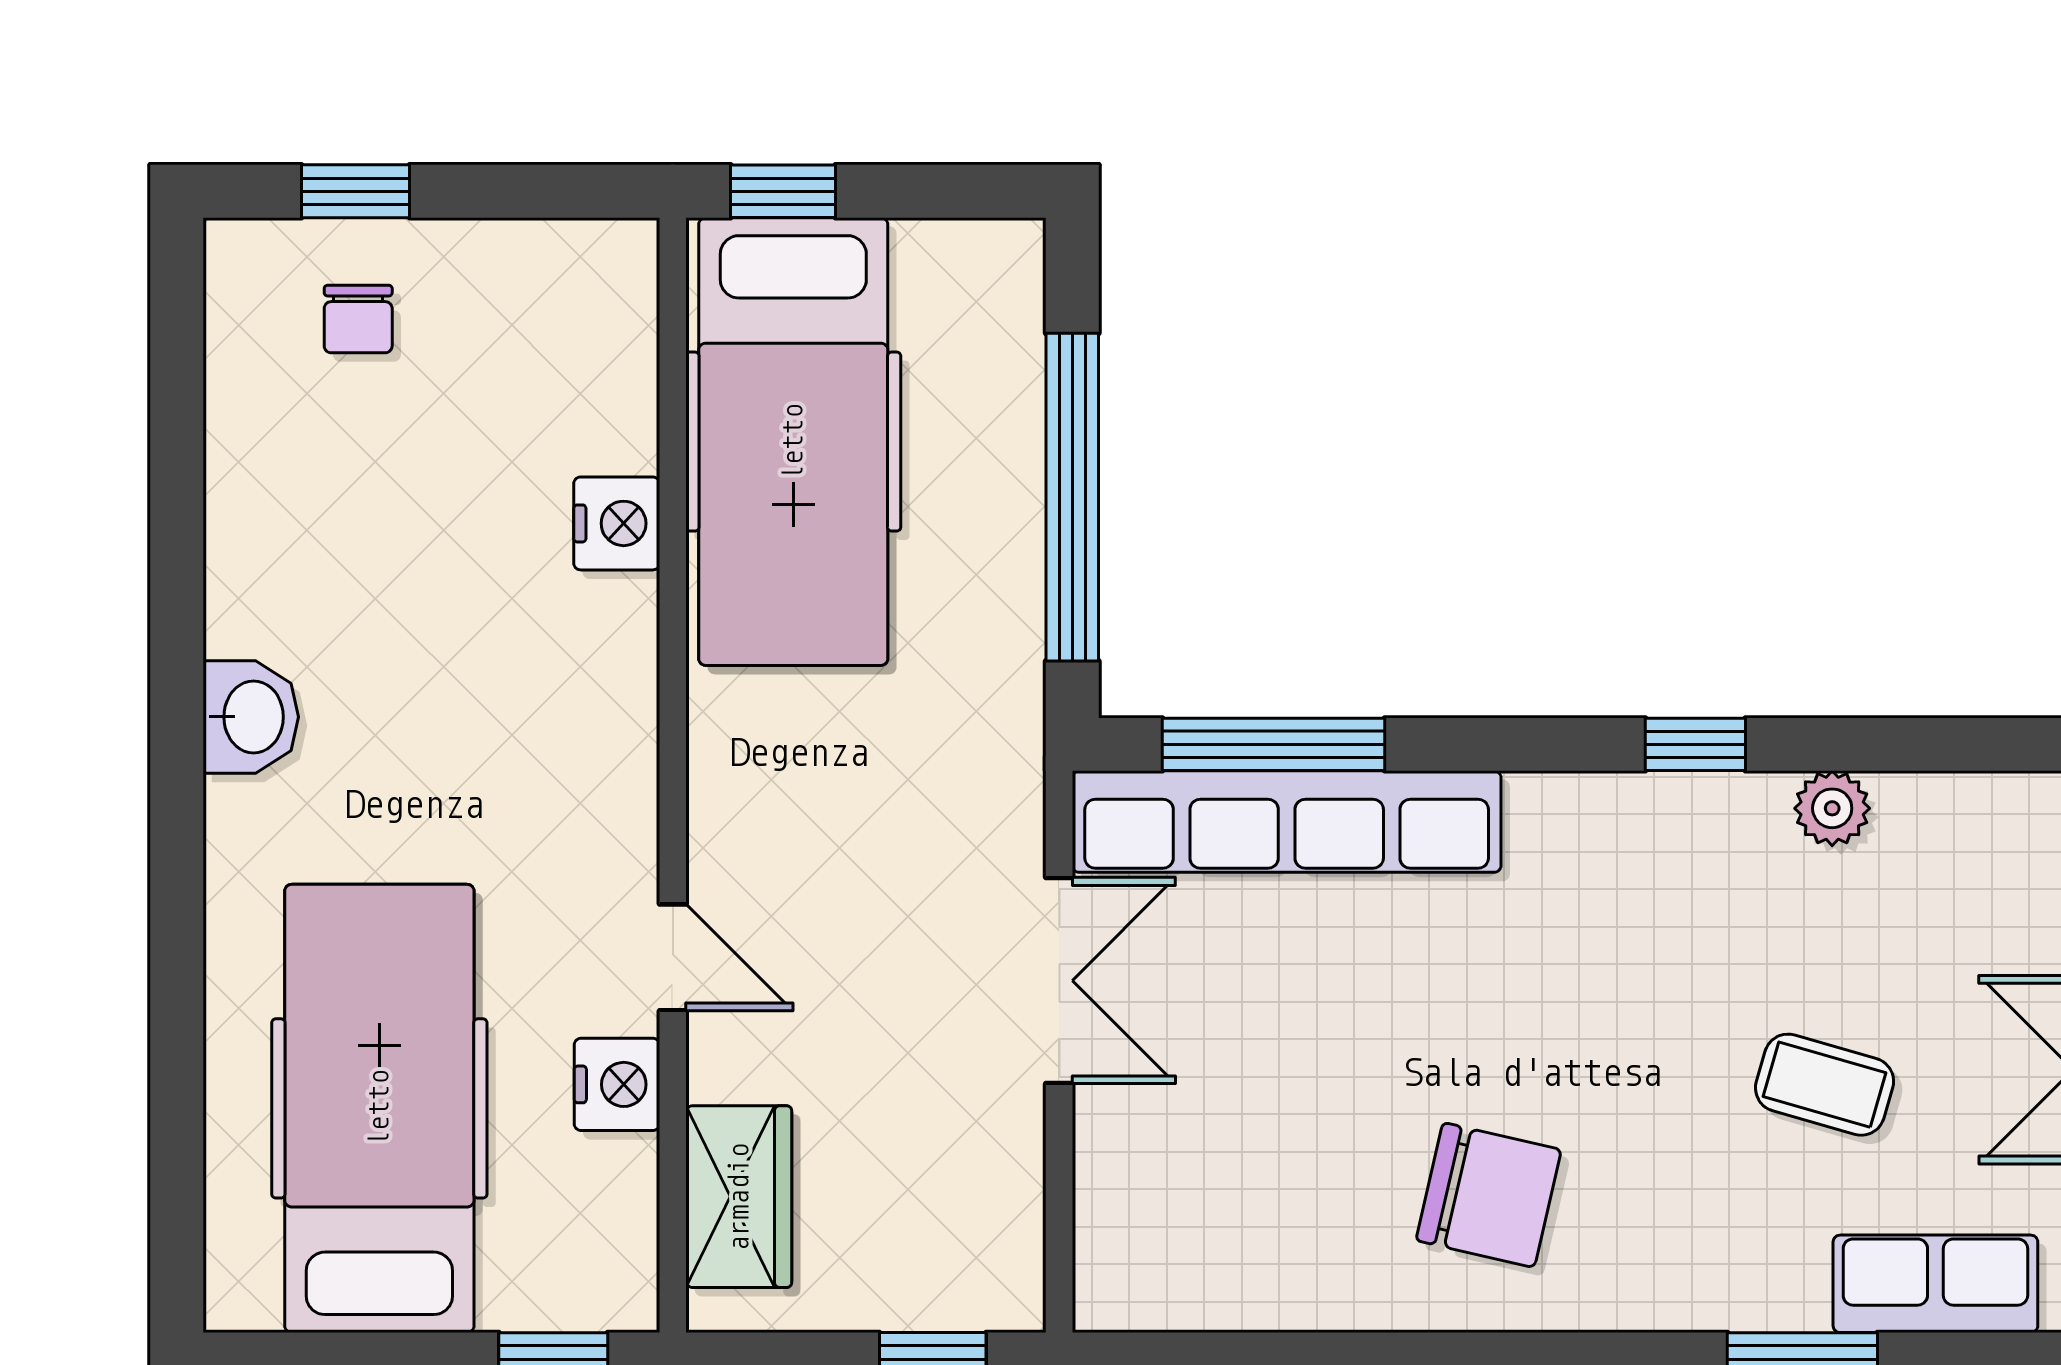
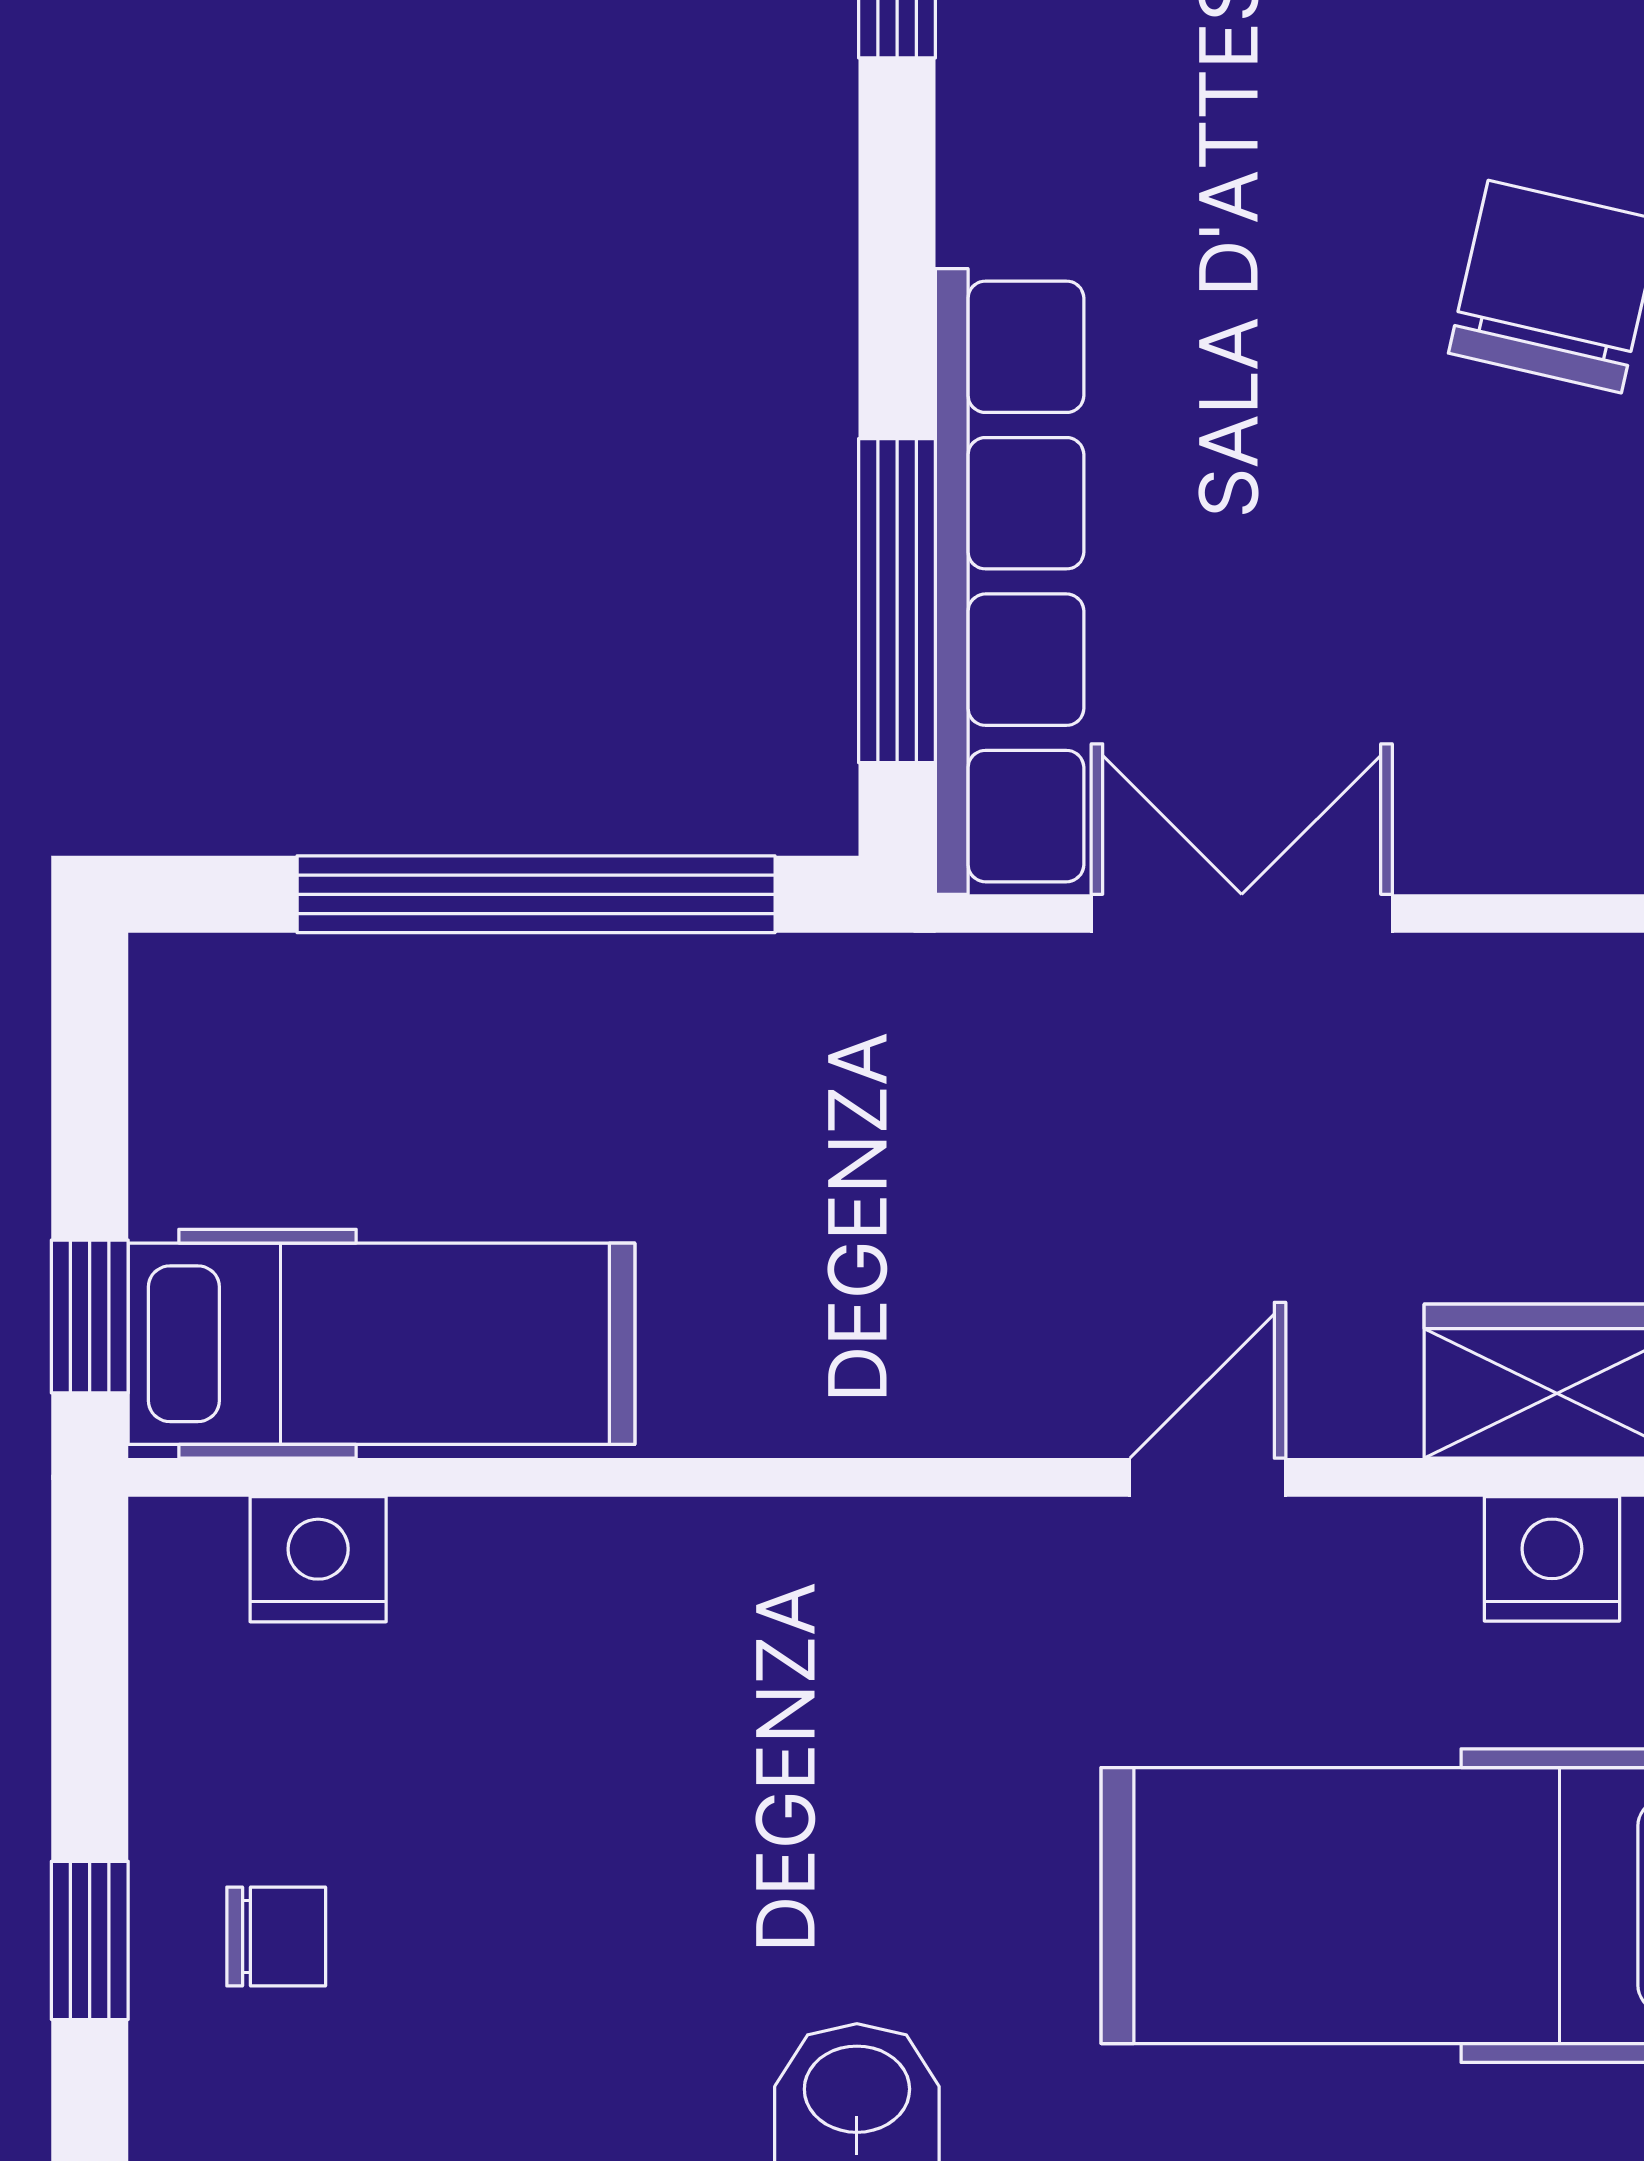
hospital bed: (793, 442) -> (381, 1344), width x0.73, depth x0.78
nightstand: (617, 523) -> (318, 1559), moved
nightstand: (617, 1084) -> (1552, 1559), moved

